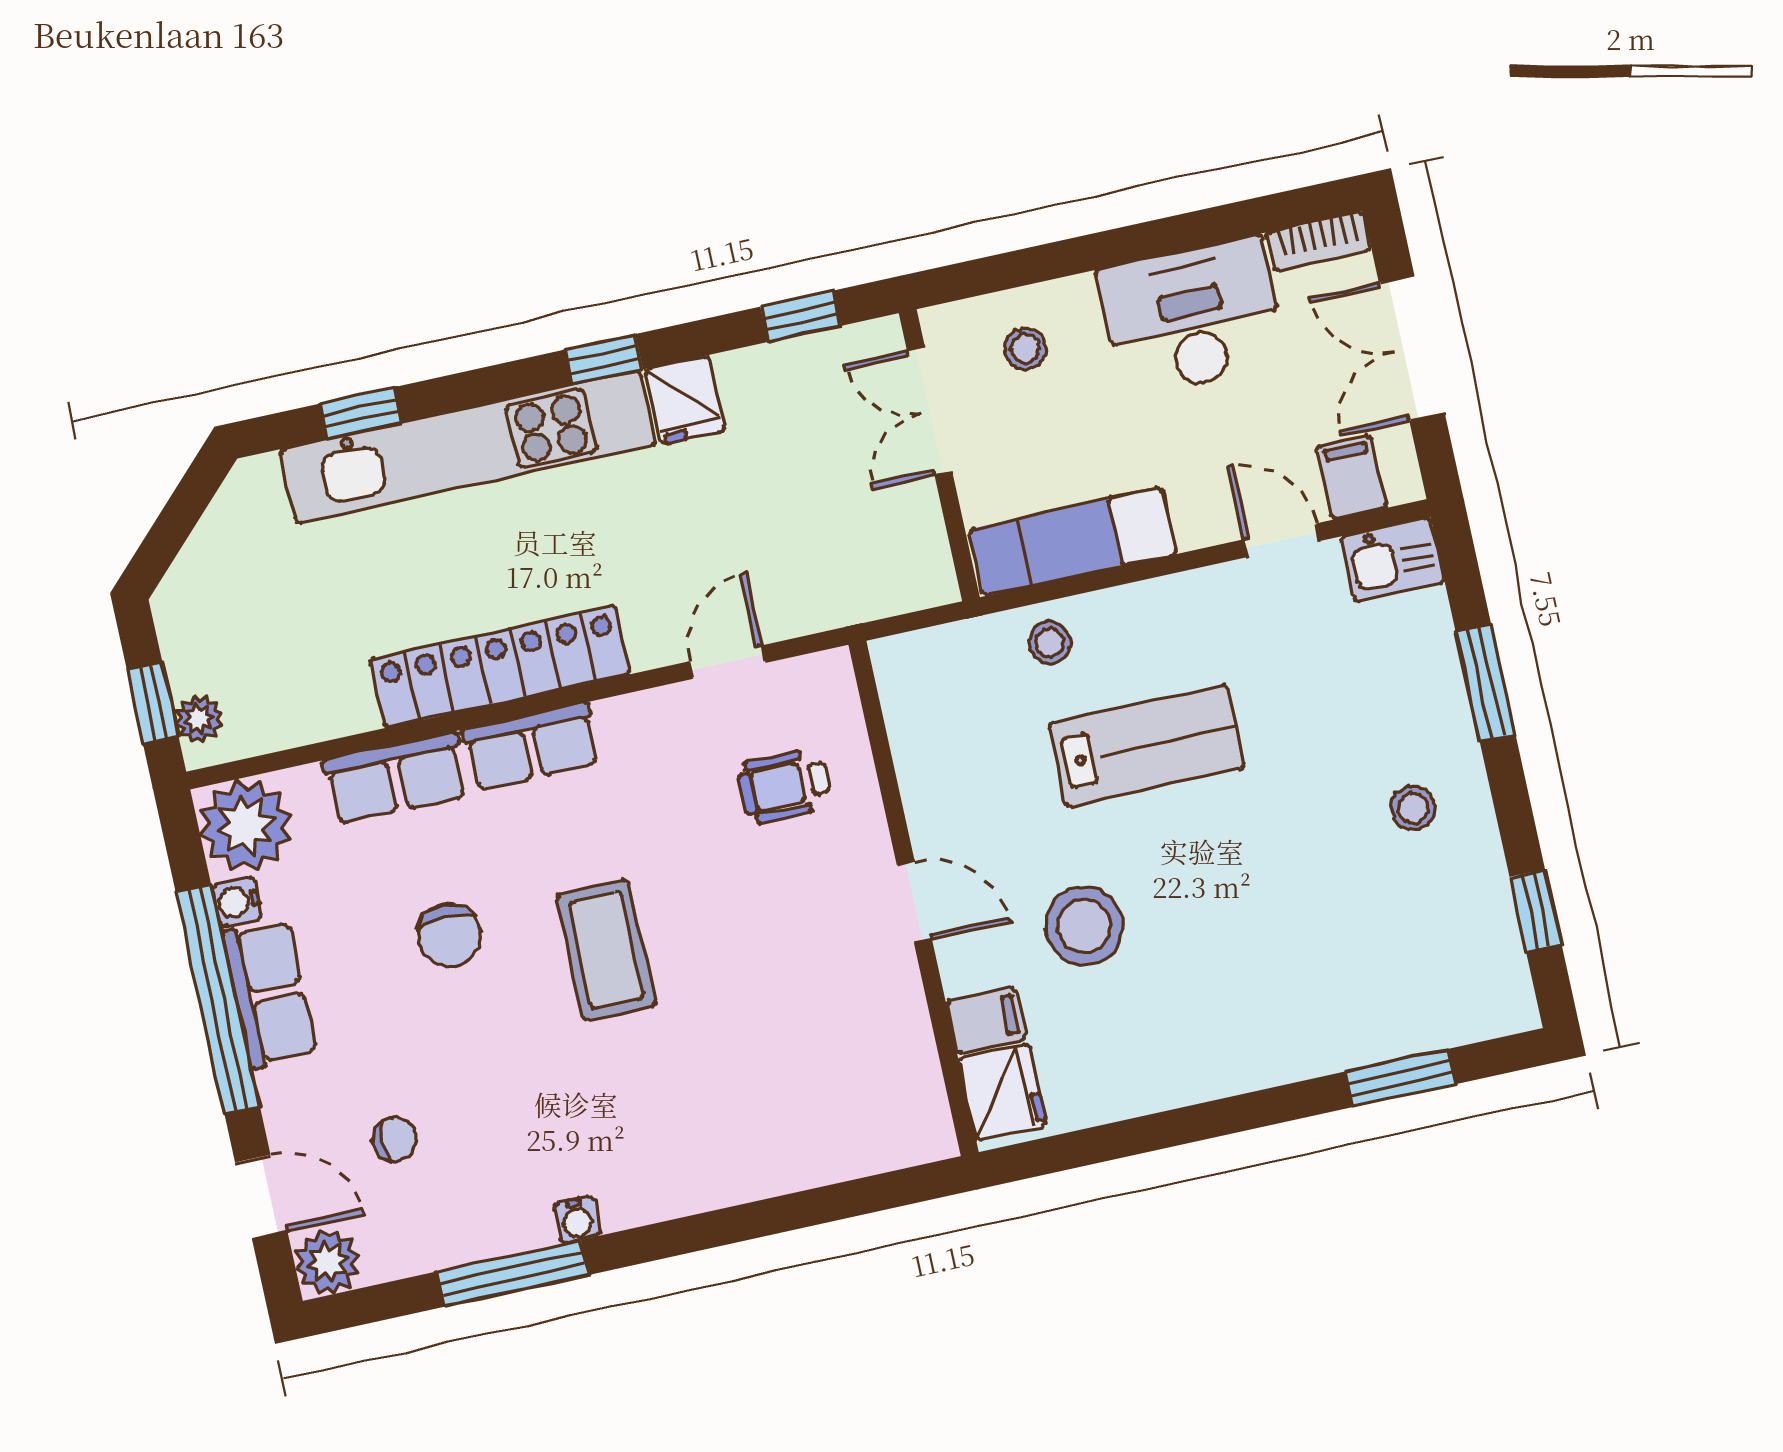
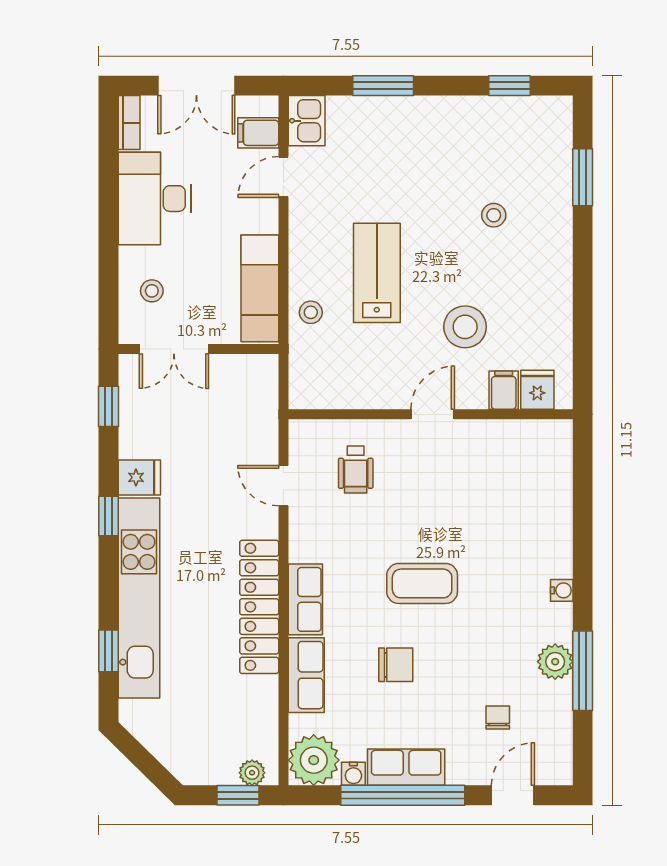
stool: (1413, 808) -> (494, 215), moved
fridge: (1002, 1092) -> (537, 390), width x0.72
water cooler: (577, 1220) -> (562, 590), moved
plant: (327, 1262) -> (555, 662), moved

